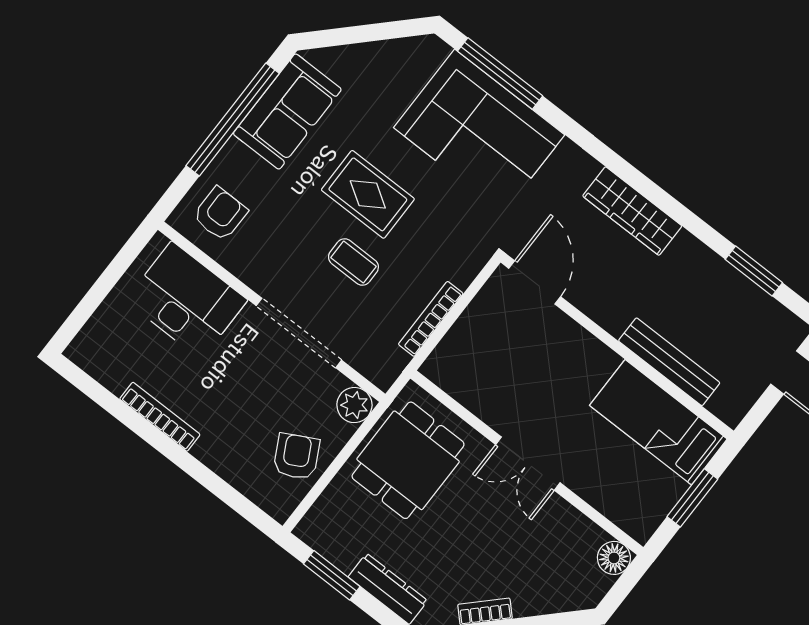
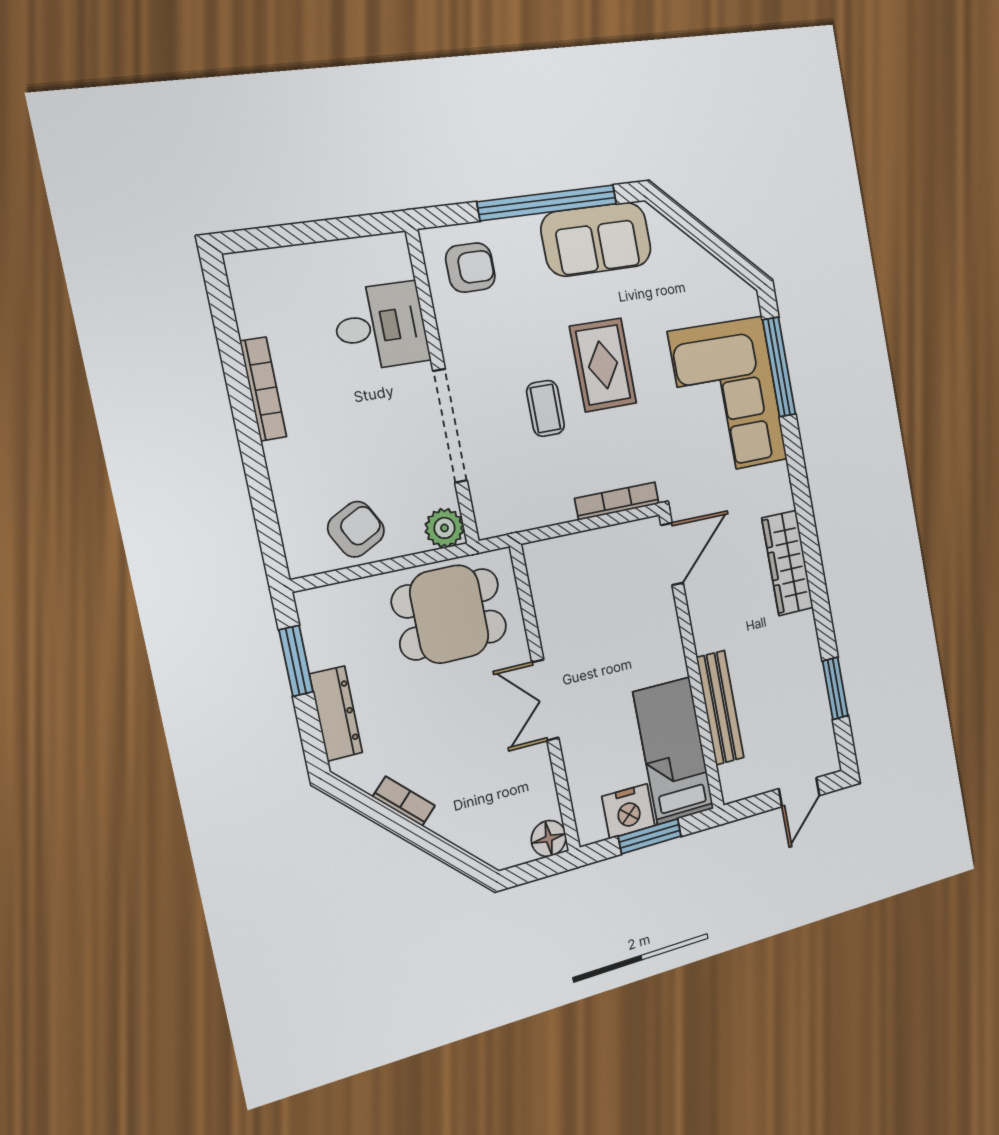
desk: (186, 300) -> (381, 326), width x0.73
bookcase: (431, 319) -> (617, 501), moved
nightstand: (660, 493) -> (628, 811), added

